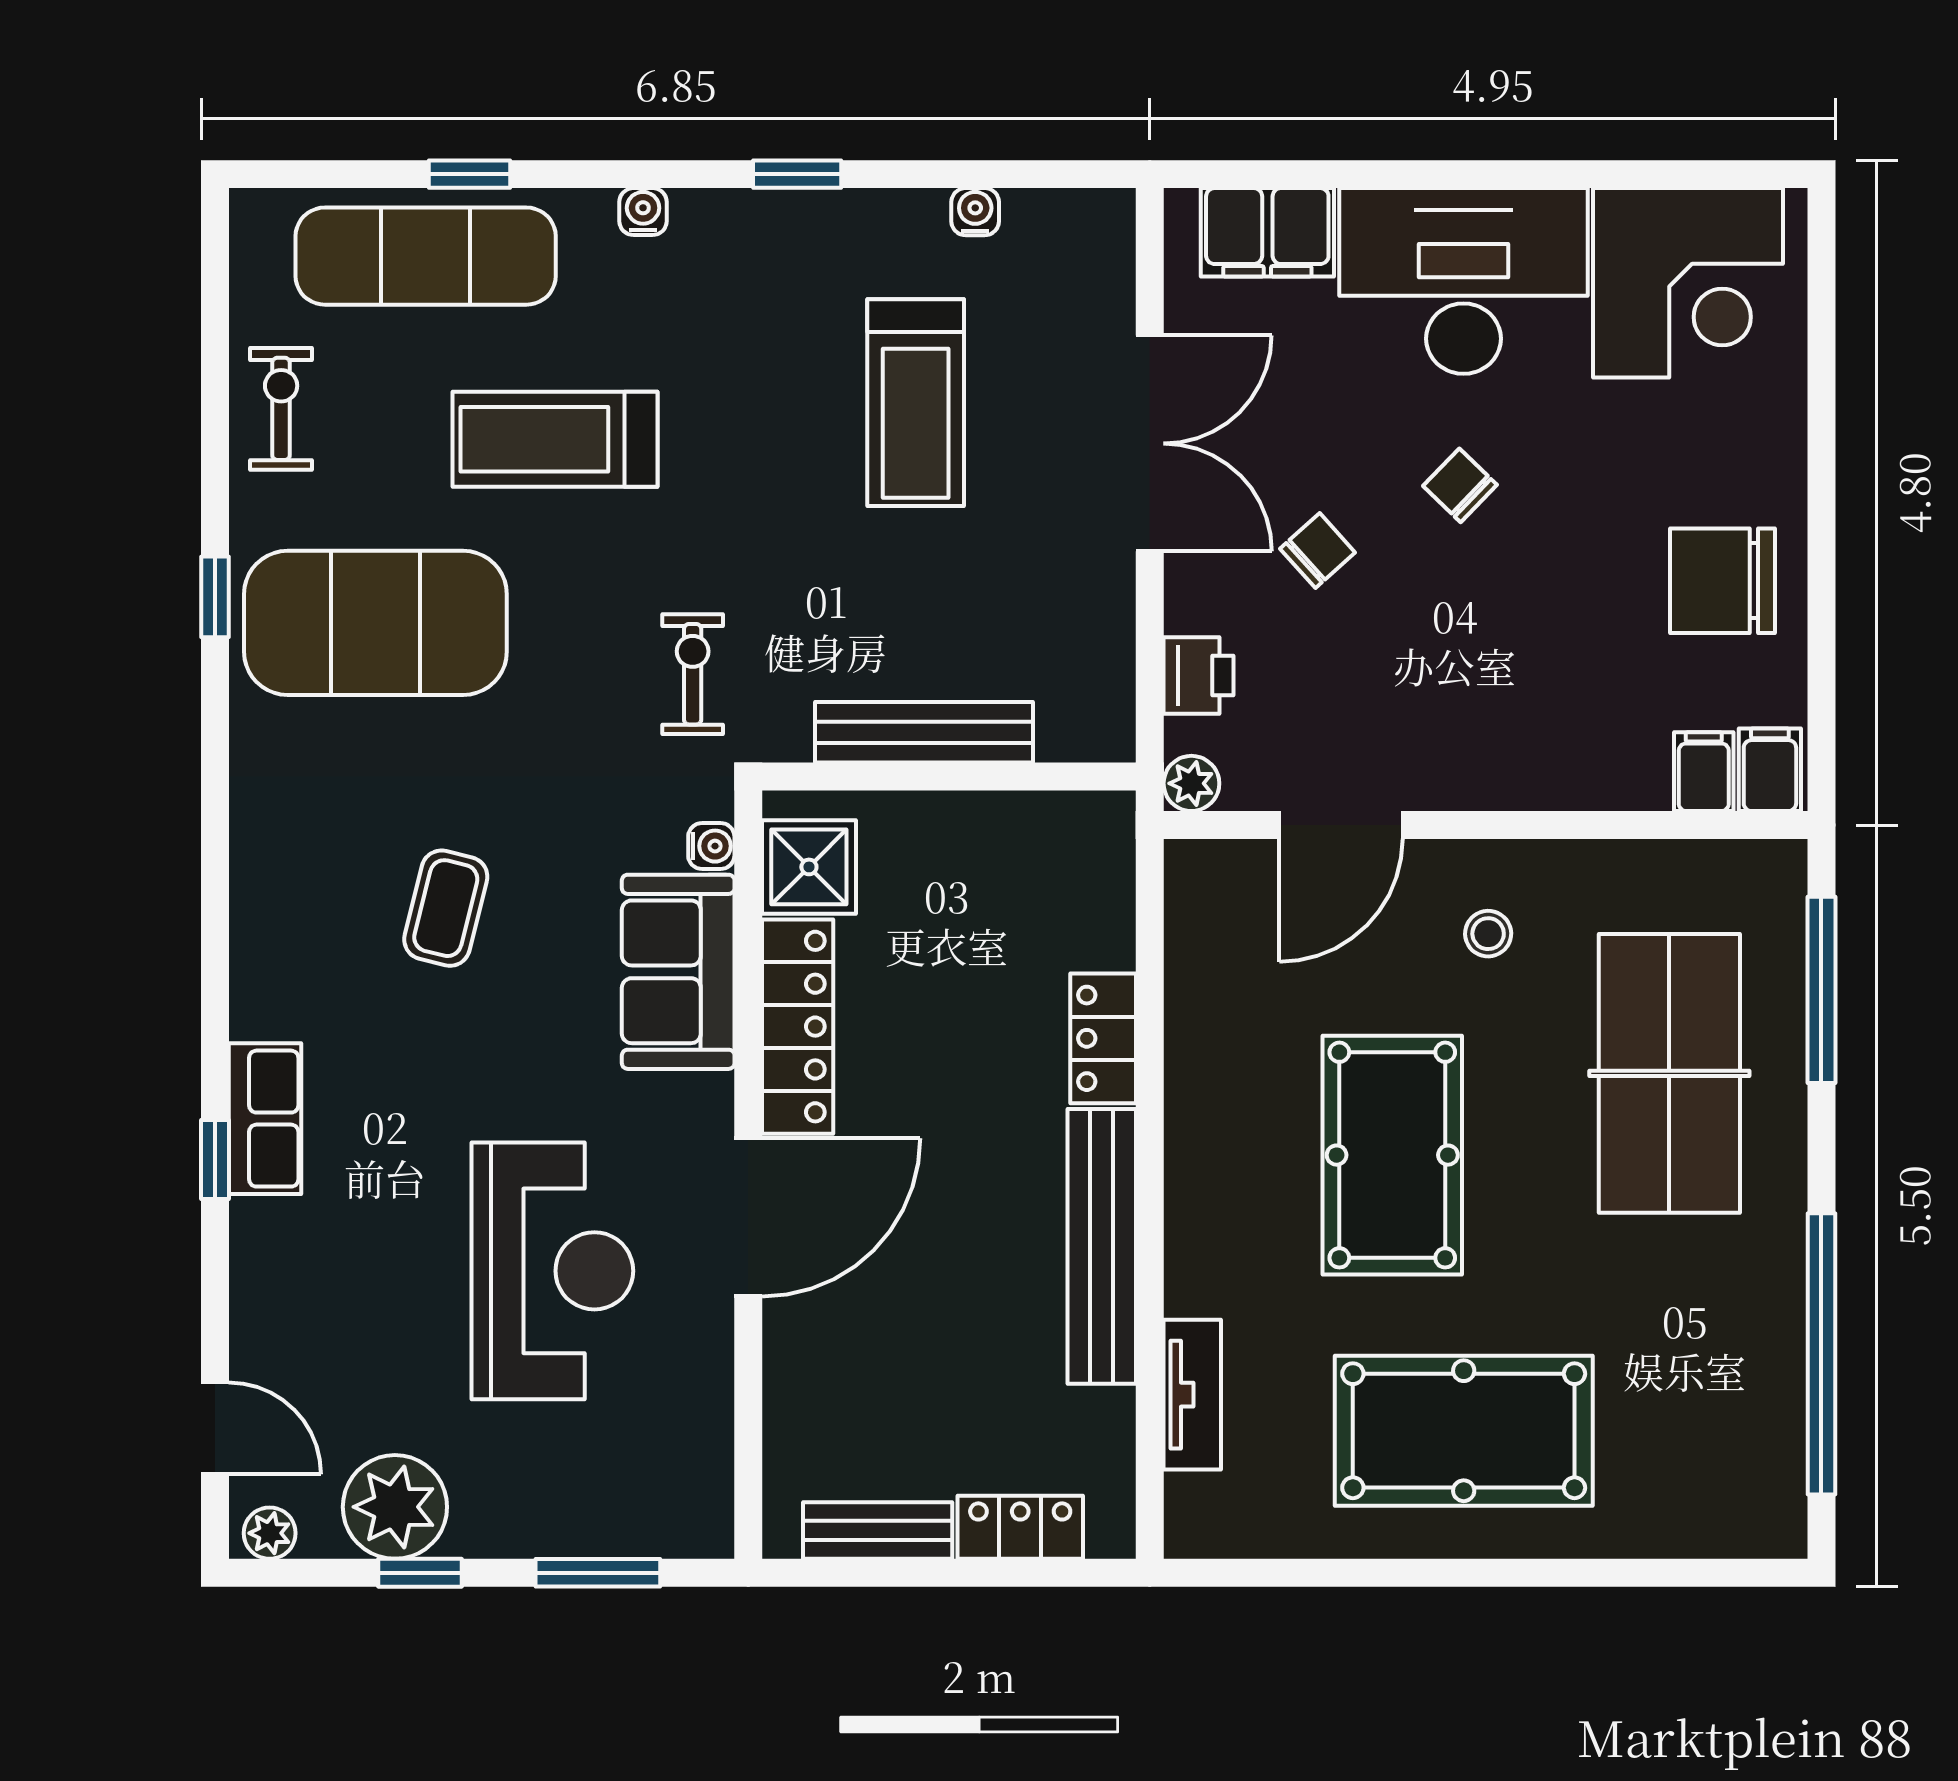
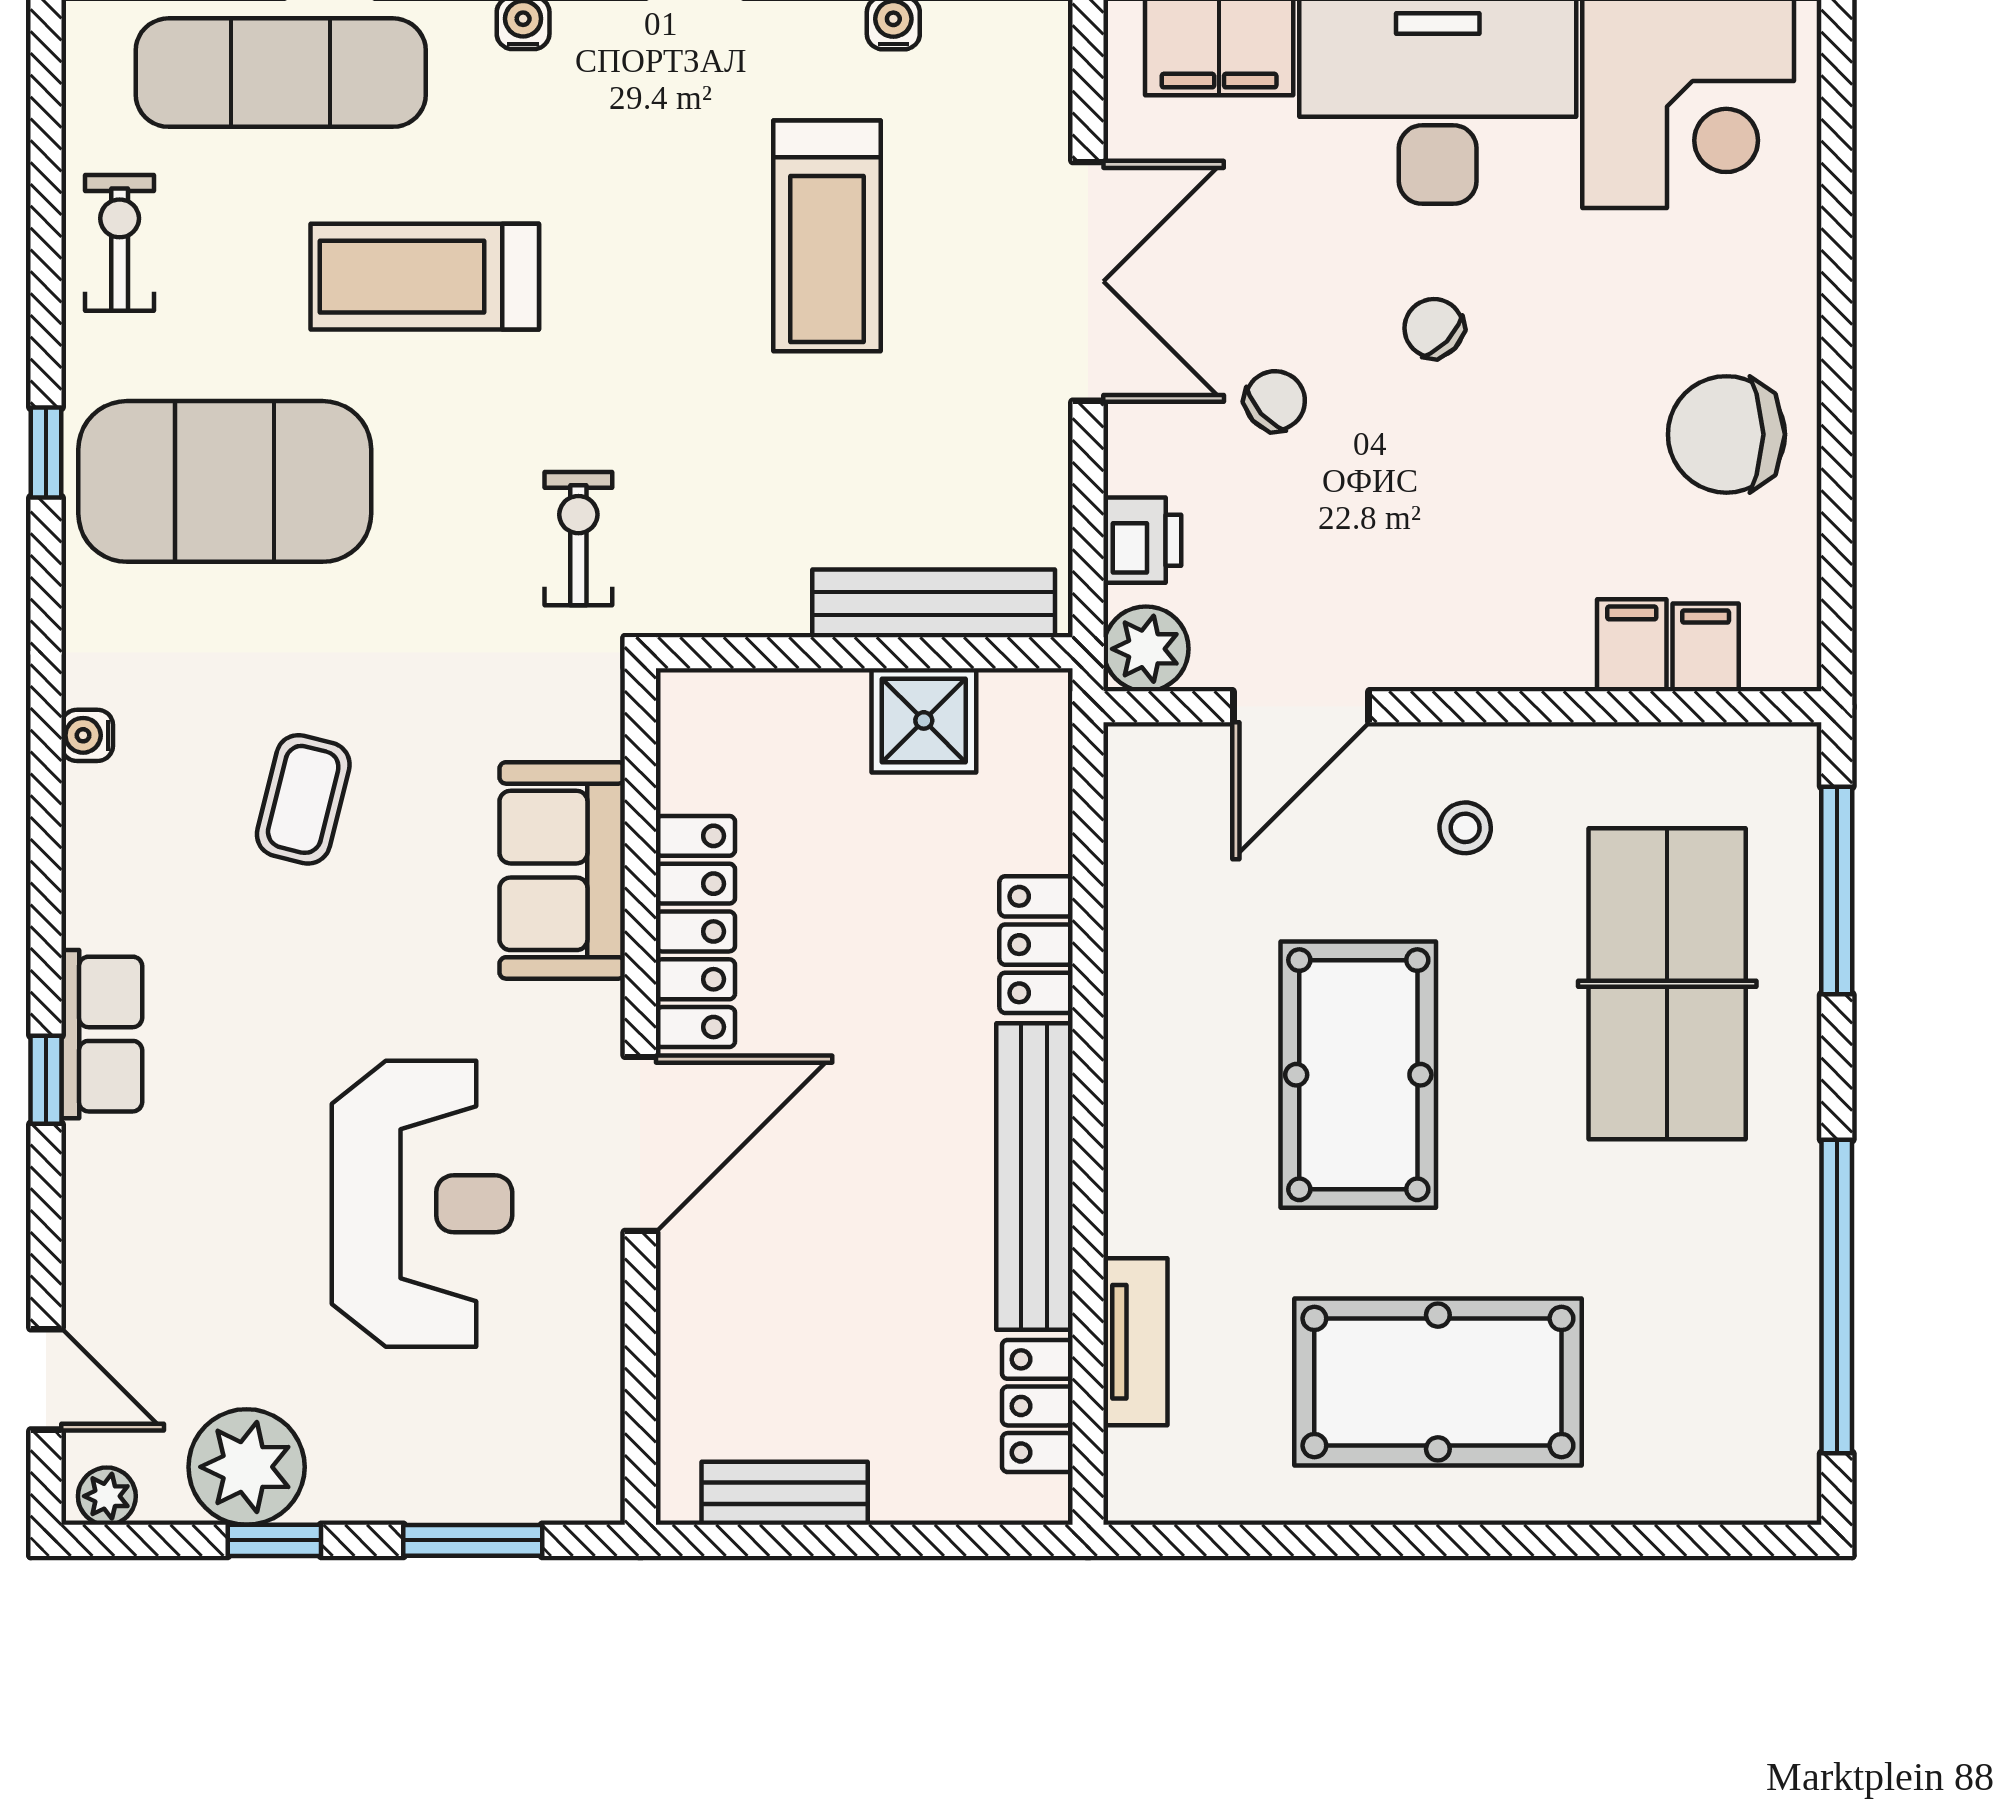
bench: (924, 732) -> (934, 603), moved
filing cabinet: (1770, 770) -> (1632, 645), moved
plant: (1191, 783) -> (1146, 649), width x1.38, depth x1.38
water cooler: (711, 846) -> (87, 735), moved, turned 180
shower: (809, 867) -> (924, 720), moved
locker: (1020, 1527) -> (1037, 1406), moved, turned -90

